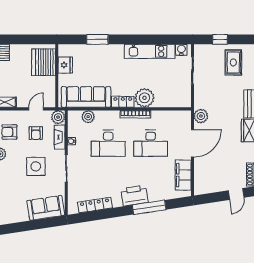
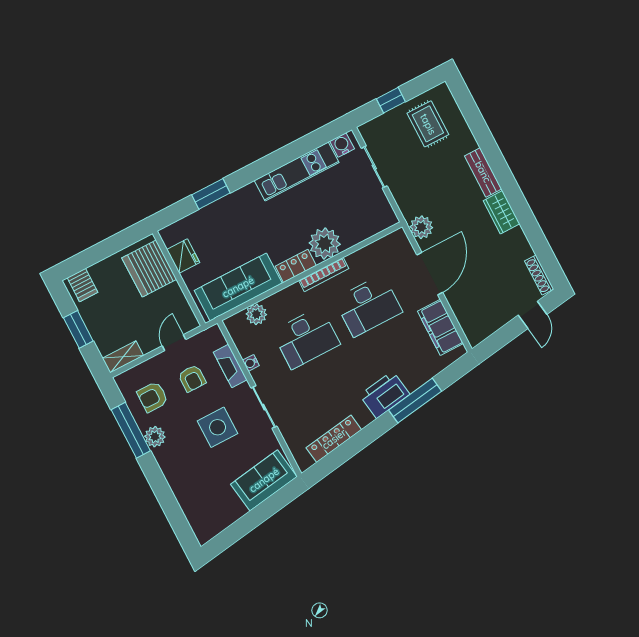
plant: (58, 117) -> (213, 338), removed

